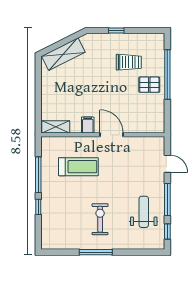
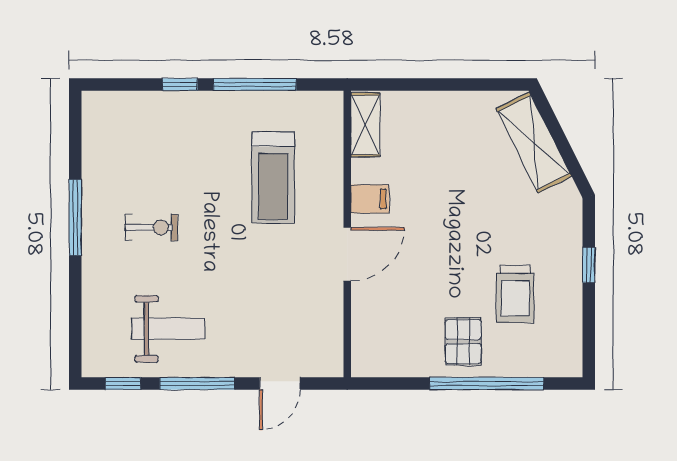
exercise bike: (100, 219) -> (151, 227), width x0.73, depth x0.72

